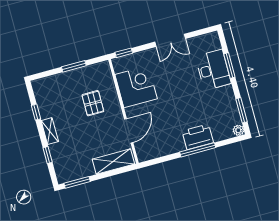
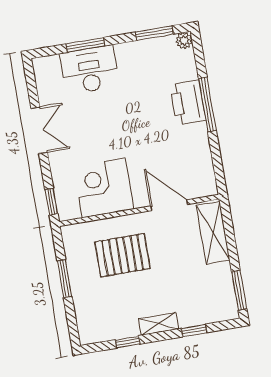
pallet: (93, 103) -> (123, 255), width x1.50, depth x1.42

